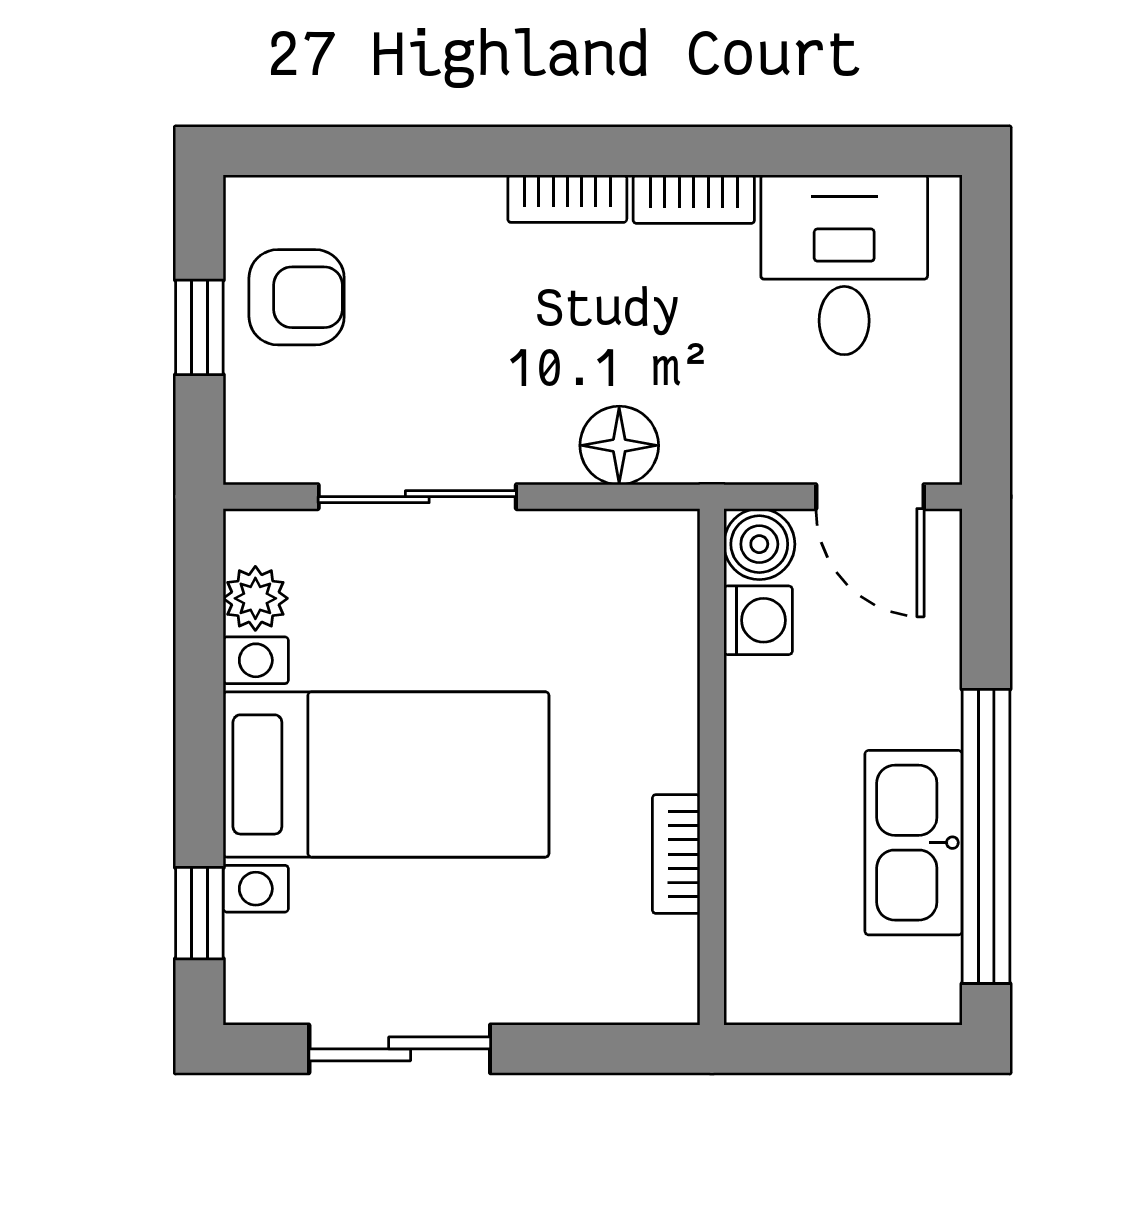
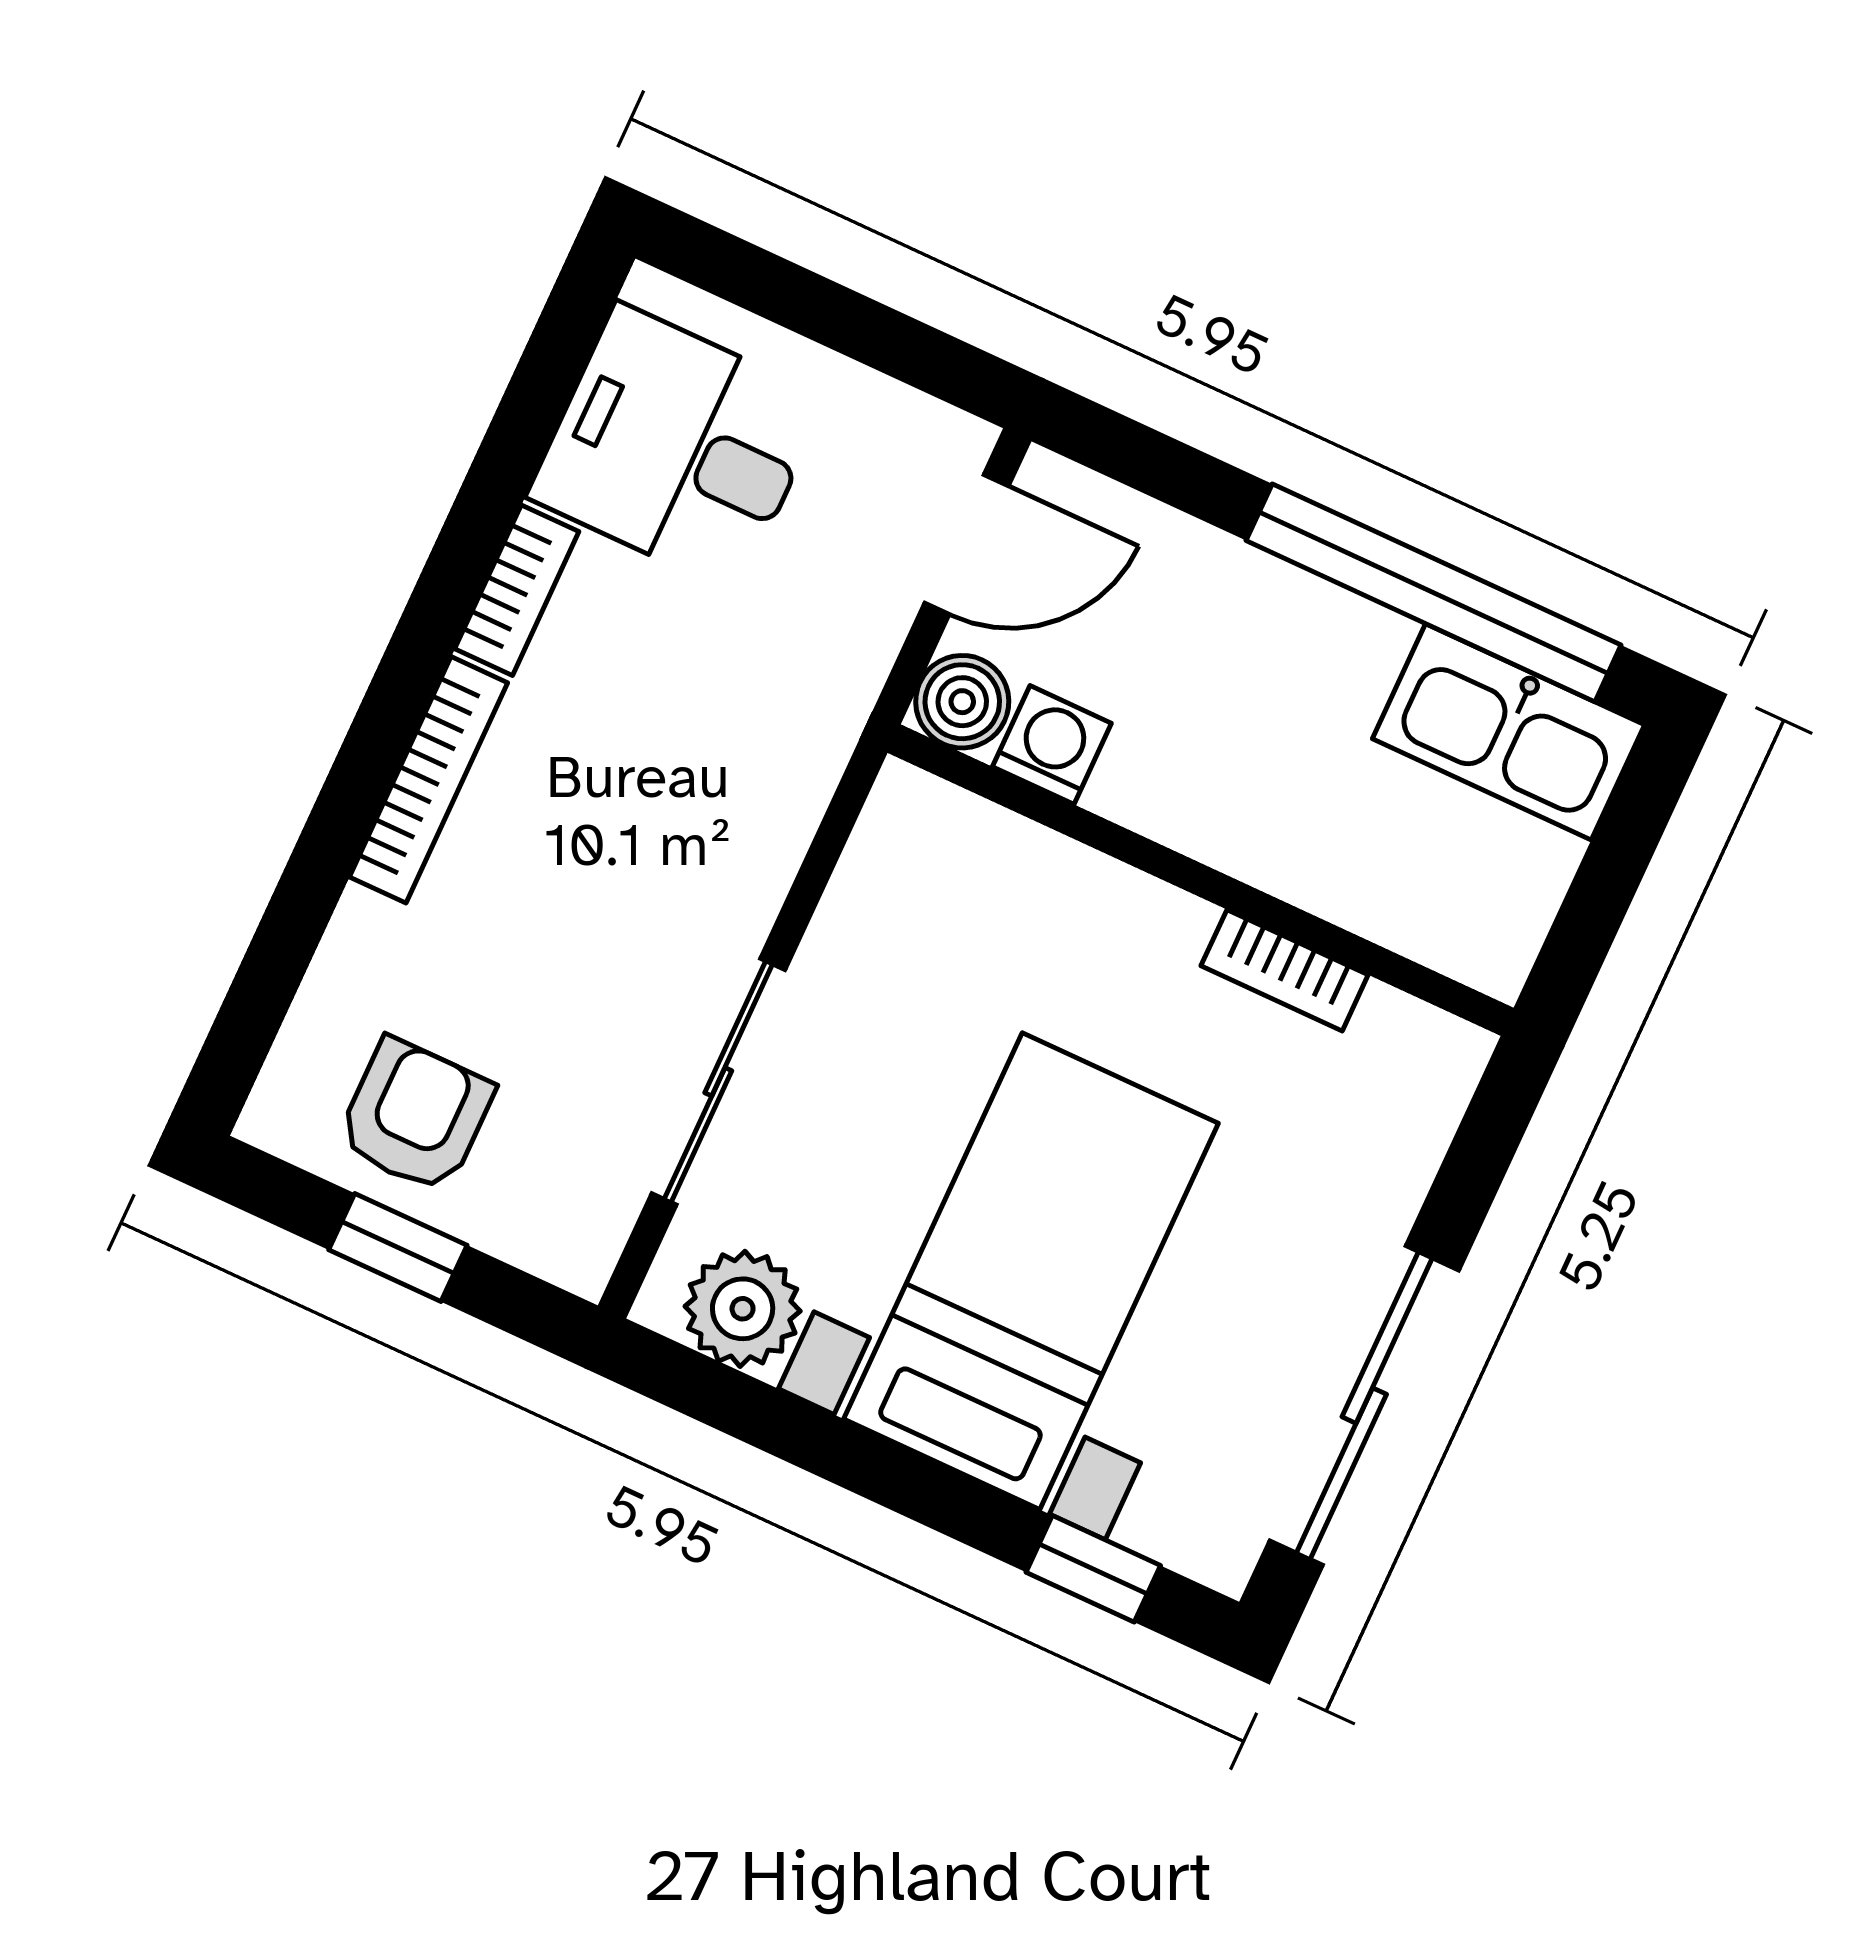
bookcase: (567, 199) -> (428, 780), width x1.56
floor lamp: (619, 445) -> (768, 814), removed
plant: (255, 598) -> (743, 1309), width x1.38, depth x1.38
kitchen sink: (914, 843) -> (1508, 732), moved
sliding door: (400, 1049) -> (1364, 1406), width x1.37

